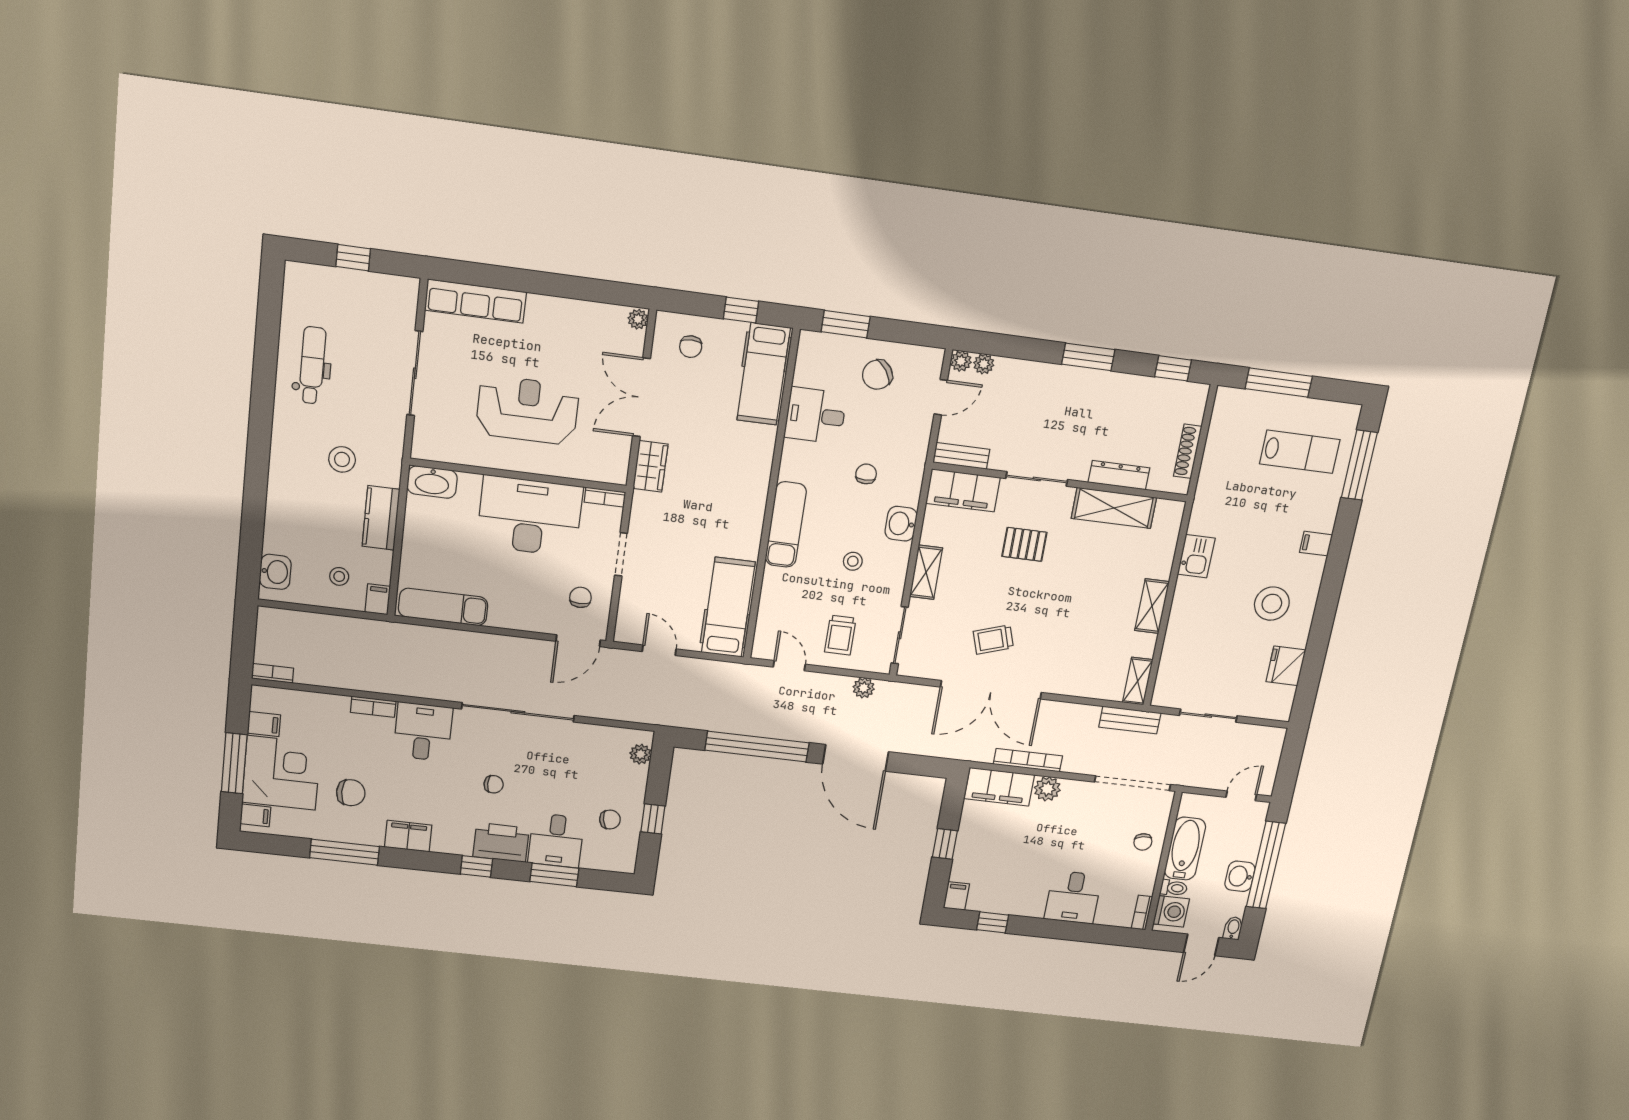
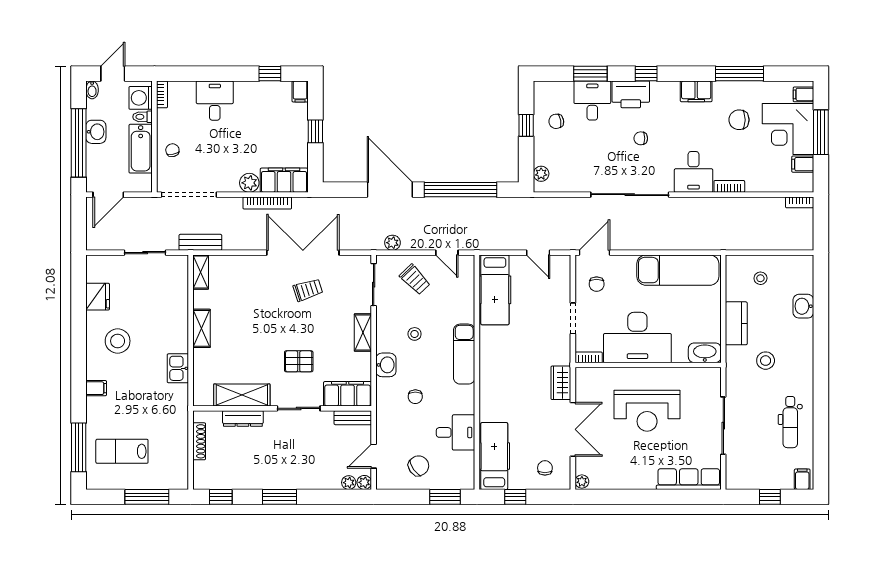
washbasin: (275, 572) -> (803, 306), moved
filing cabinet: (378, 599) -> (802, 479), moved, turned 180
exam couch: (443, 607) -> (678, 270), width x1.36, depth x1.45
trolley: (840, 635) -> (415, 279), turned 136
door: (1241, 796) -> (108, 195), width x1.38

